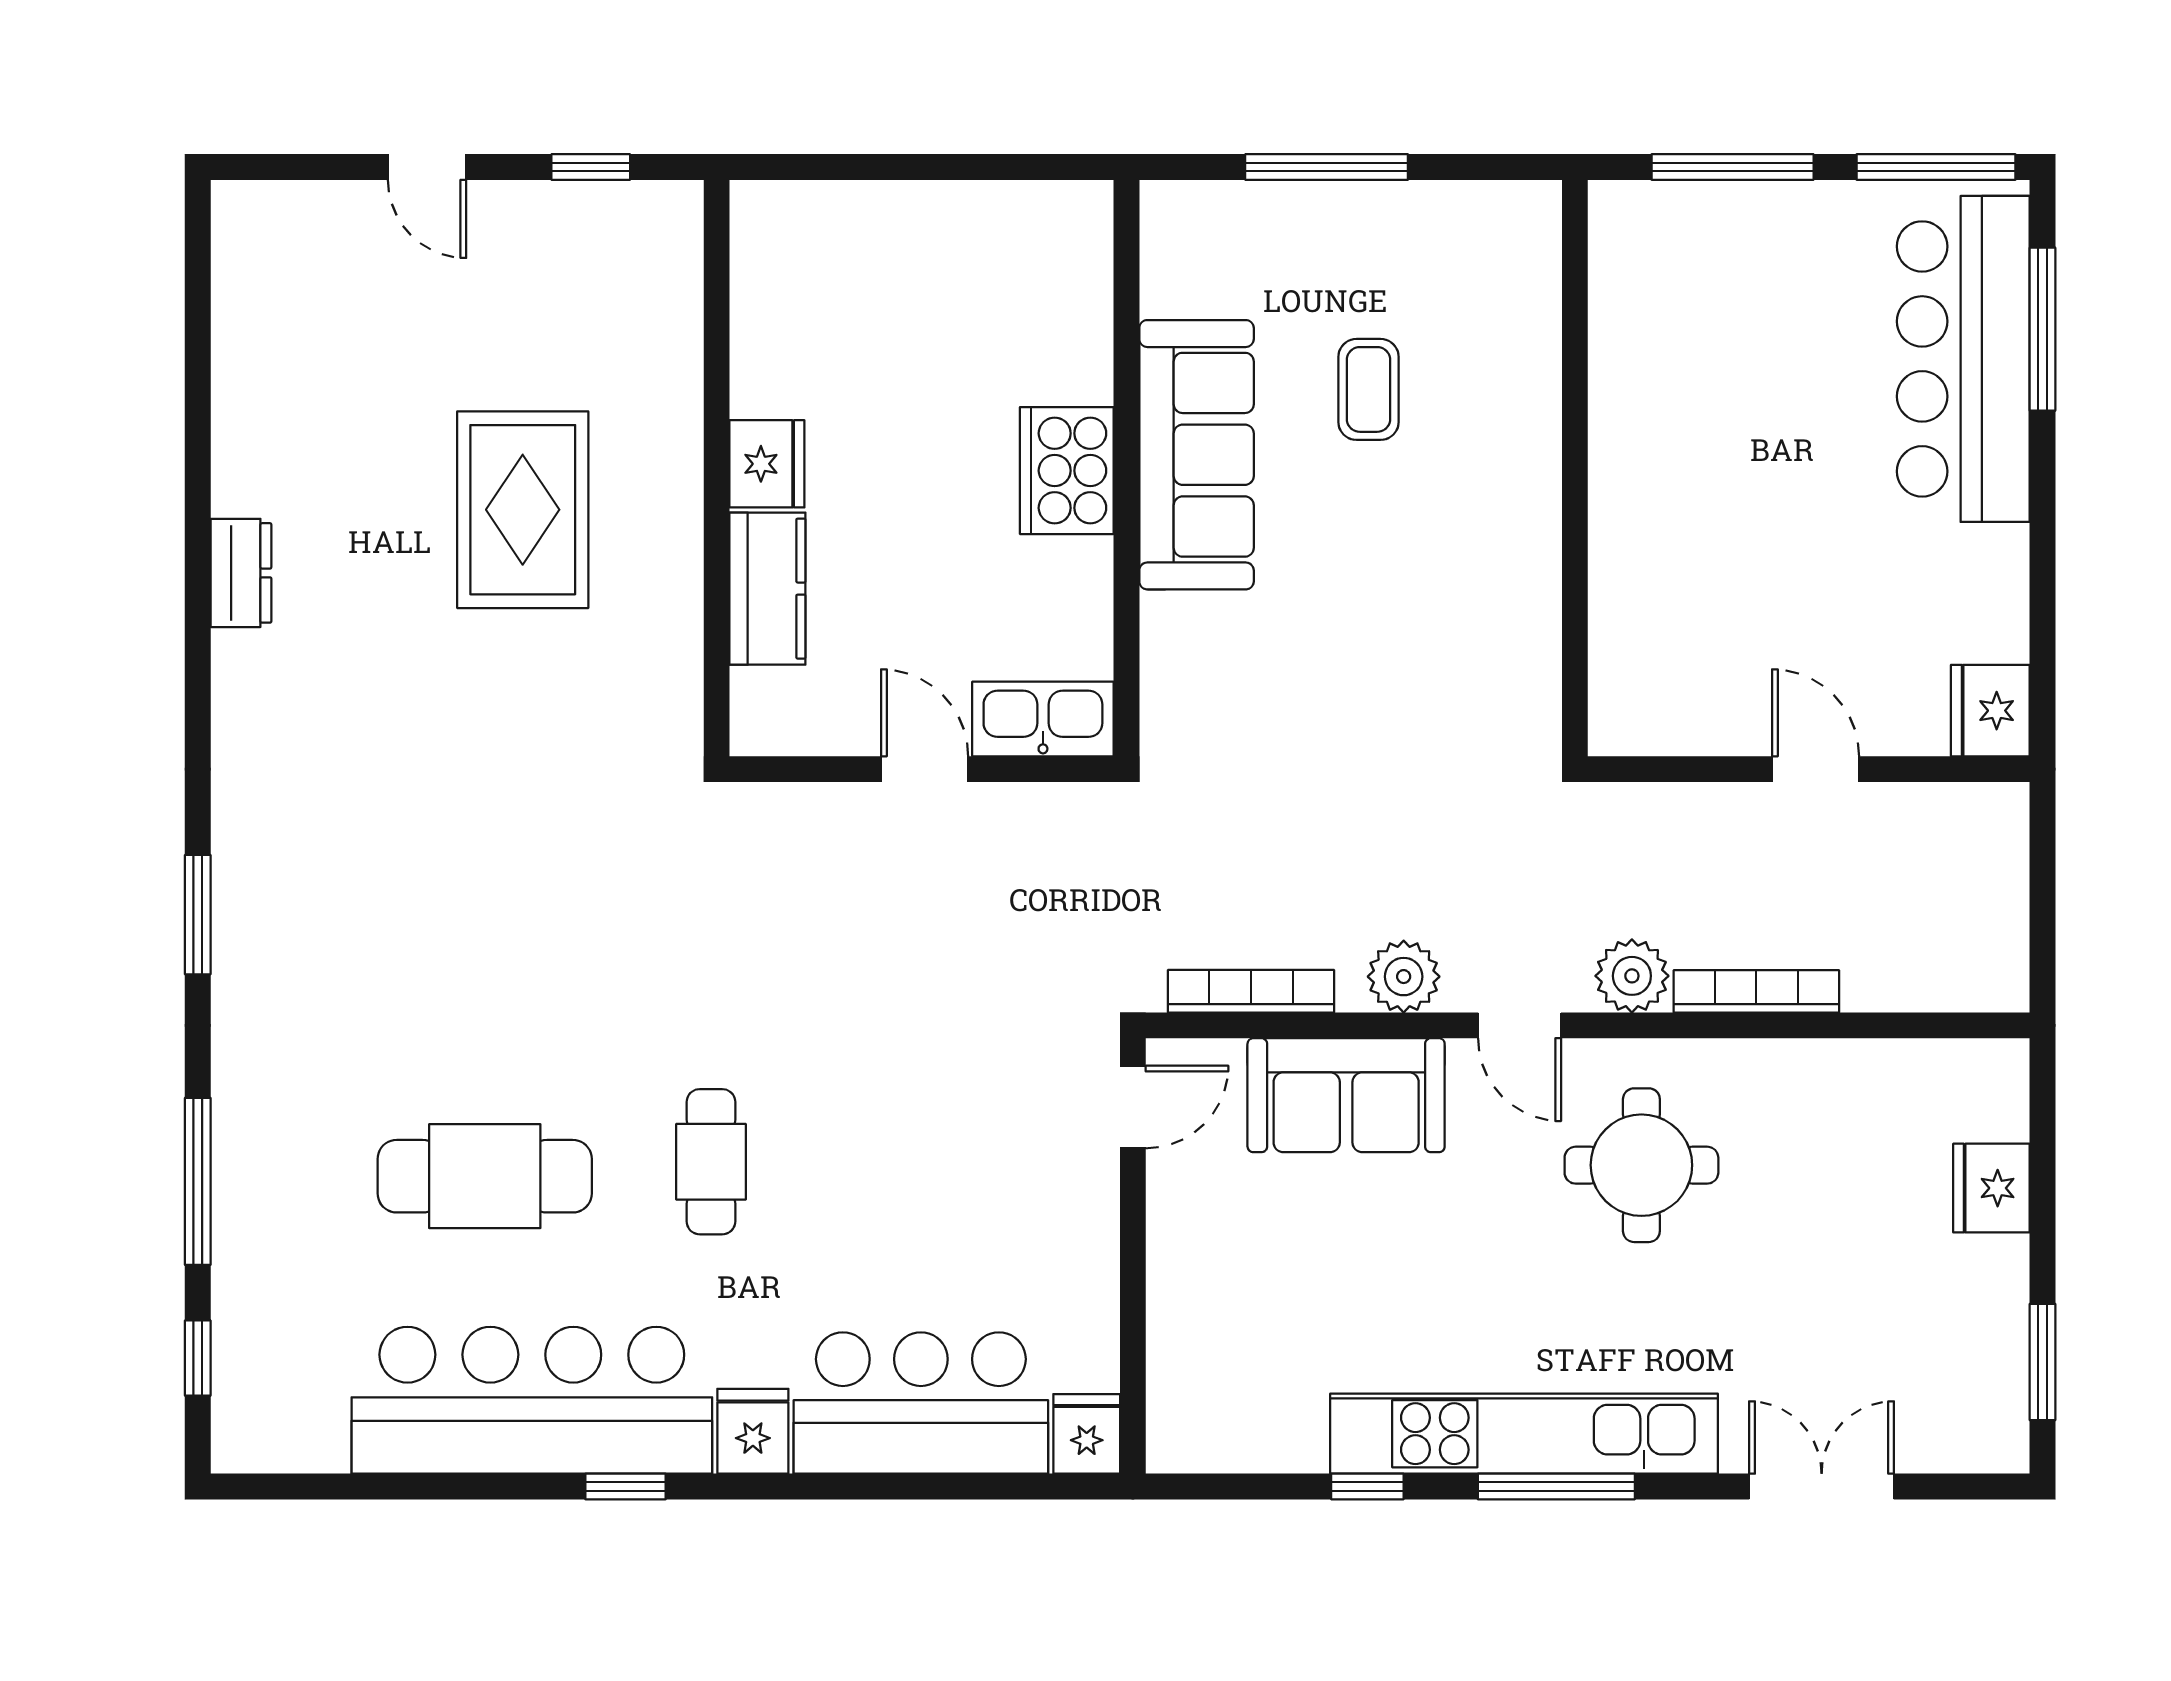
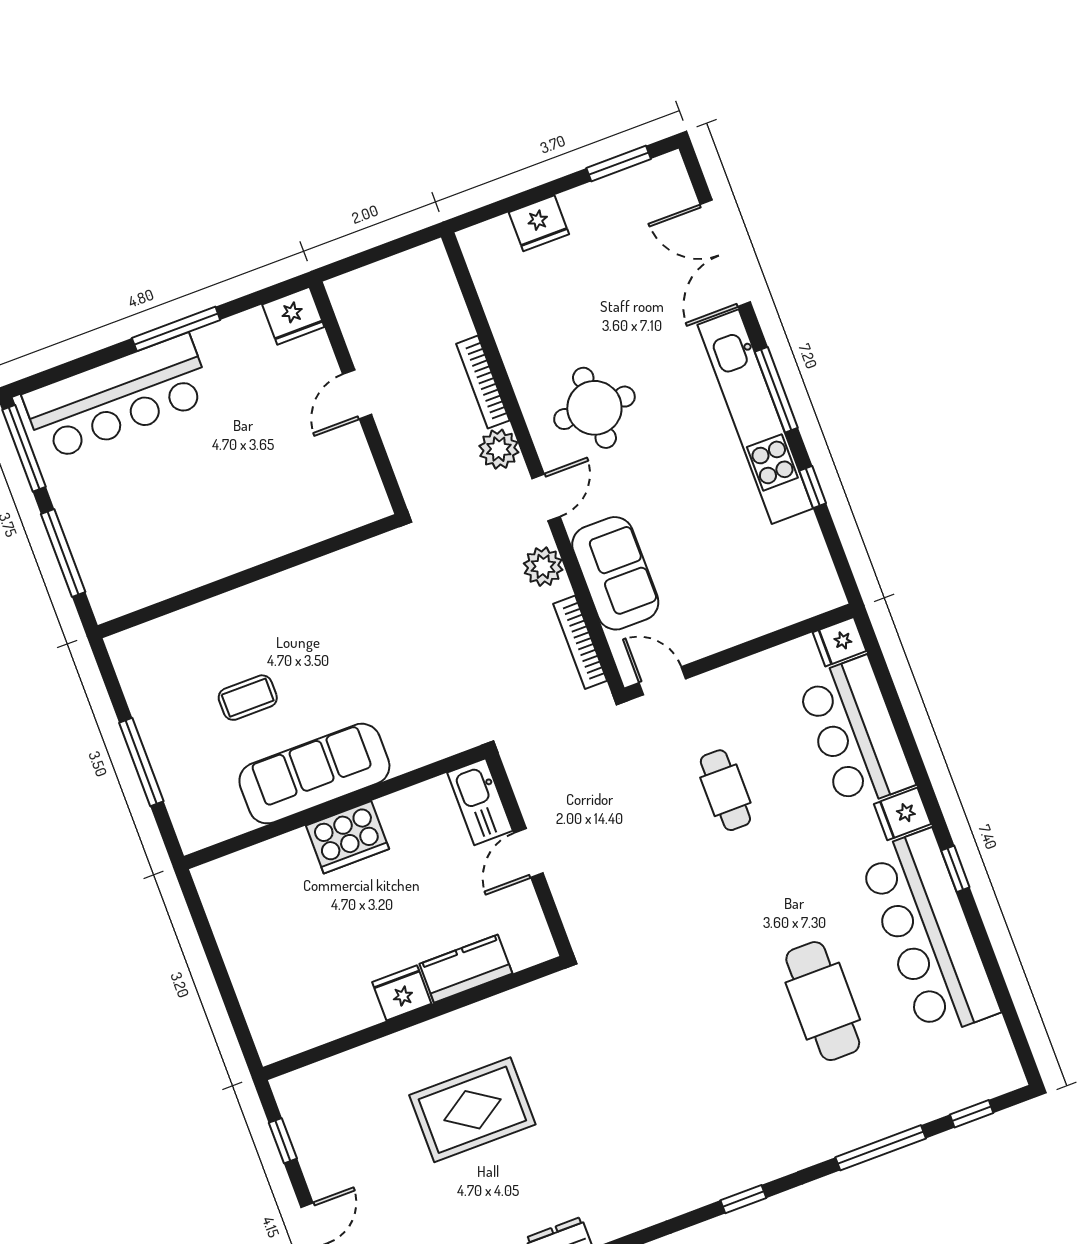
window: (2042, 329) -> (176, 329), moved
window: (198, 915) -> (743, 1199), width x0.67
cafe table: (711, 1162) -> (725, 790), moved, turned 90
double door: (1822, 1487) -> (725, 253), width x1.37

